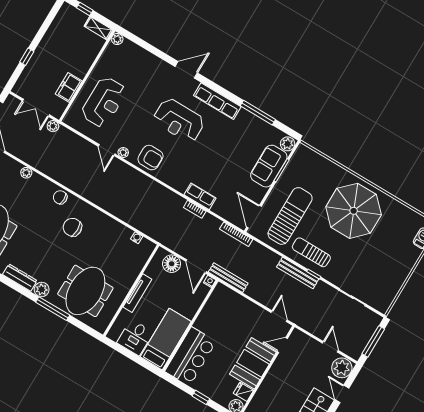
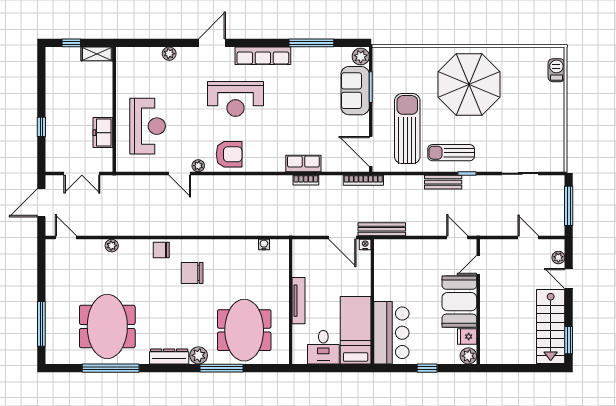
plant: (117, 39) -> (169, 54), moved
plant: (53, 126) -> (110, 182), removed
floor lamp: (172, 264) -> (316, 250), removed
bench: (298, 273) -> (443, 182), width x0.73
plant: (342, 368) -> (558, 258), width x0.53, depth x0.53

